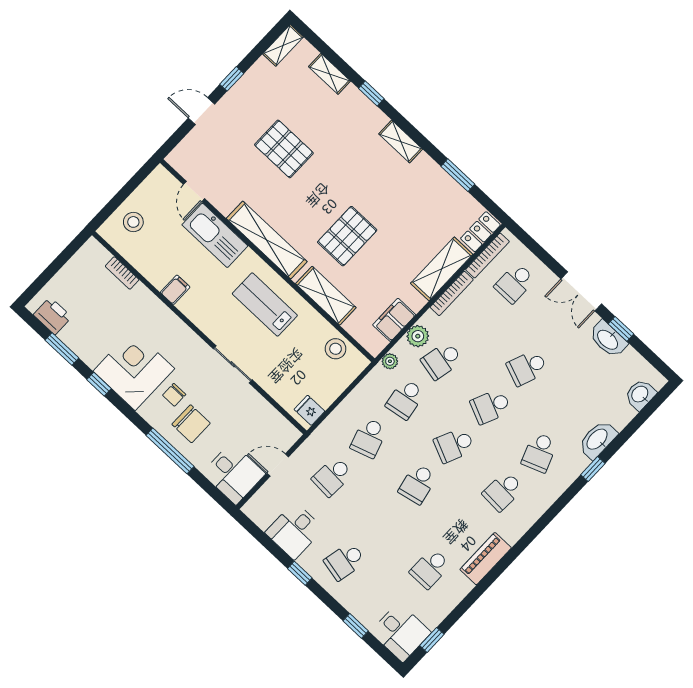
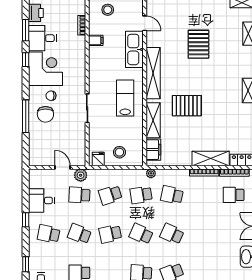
door: (194, 192) -> (145, 23), swing flipped
filing cabinet: (175, 290) -> (96, 40), moved
filing cabinet: (394, 320) -> (153, 150), moved, turned 90
plant: (418, 336) -> (81, 175), moved
stool: (336, 349) -> (119, 152), moved
school desk: (527, 368) -> (79, 234), moved
desk: (234, 473) -> (42, 38), moved, turned 90

